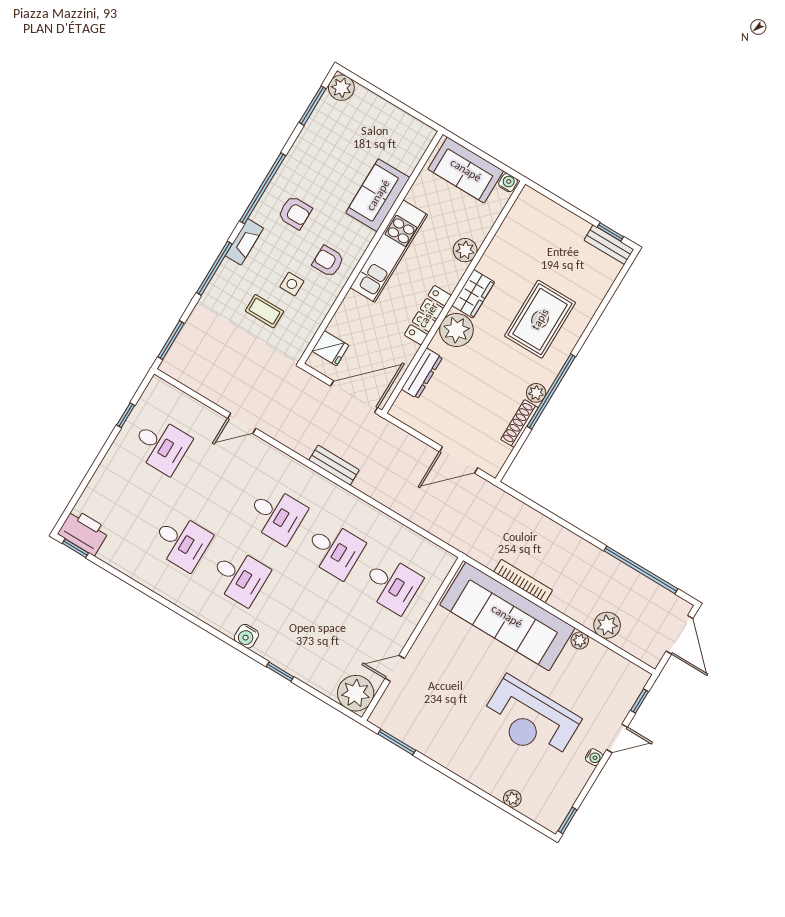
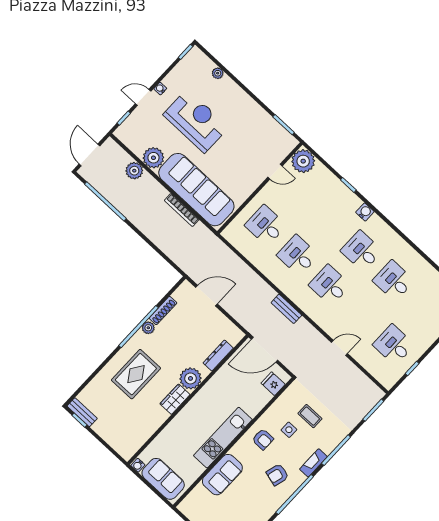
armchair: (295, 213) -> (277, 475), turned -75
plant: (465, 250) -> (174, 428), removed
locker: (428, 315) -> (207, 392), removed
plant: (580, 640) -> (153, 158), width x1.88, depth x1.88

